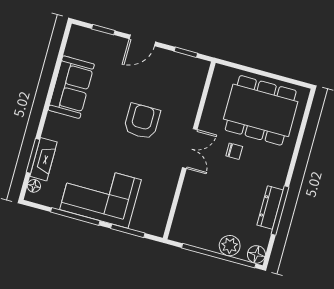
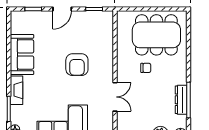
armchair: (142, 121) -> (77, 65), turned 180
double door: (190, 149) -> (115, 97), moved
fireplace: (44, 159) -> (17, 90), moved

